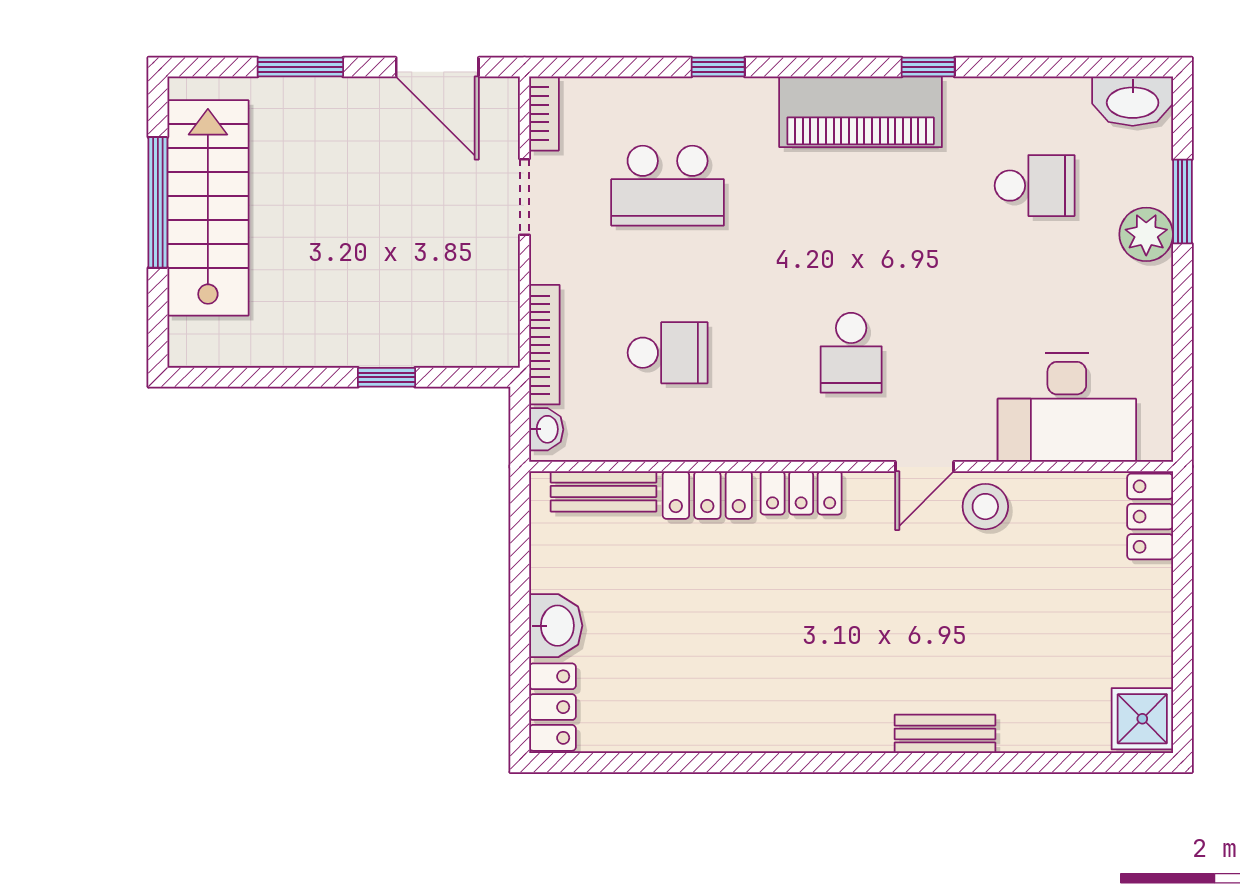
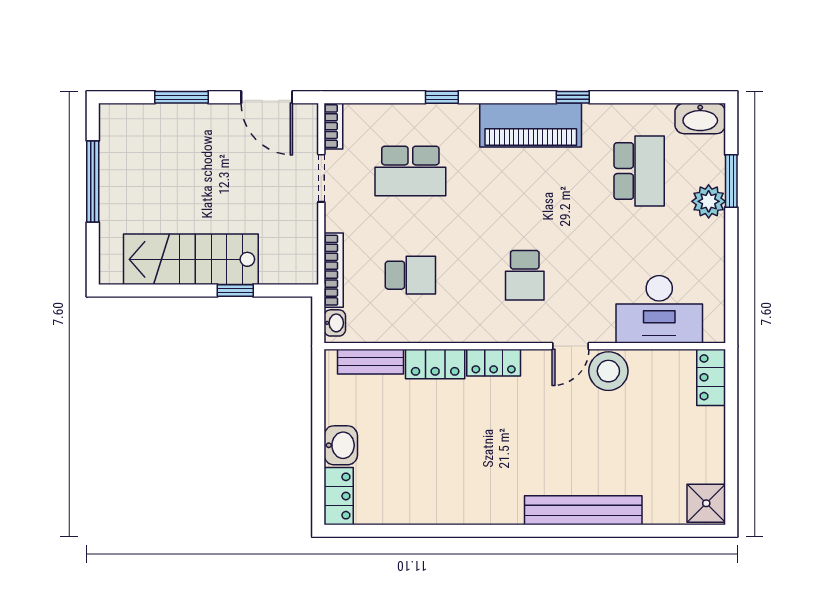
school desk: (1035, 186) -> (639, 171), width x1.85
stairs: (208, 208) -> (191, 259), moved, turned -90
stool: (985, 507) -> (608, 371), width x1.38, depth x1.38
bench: (945, 734) -> (583, 510), width x1.86, depth x1.21

